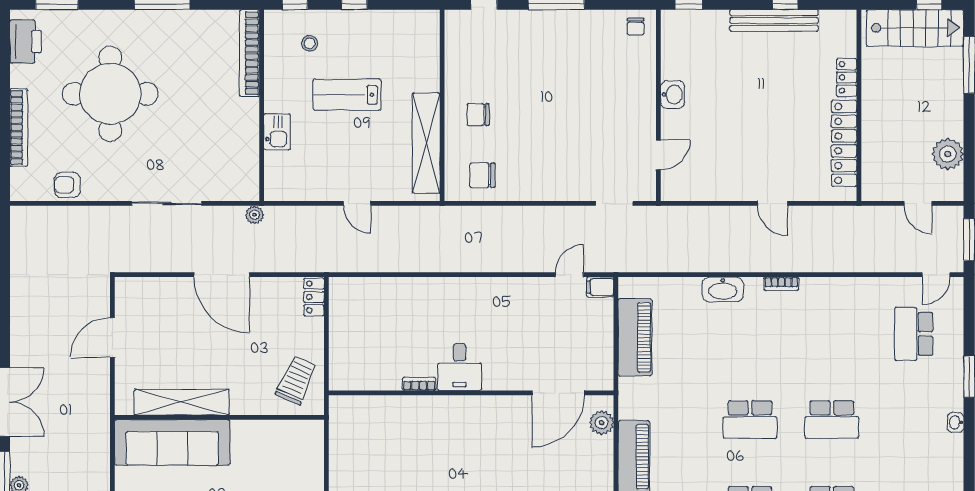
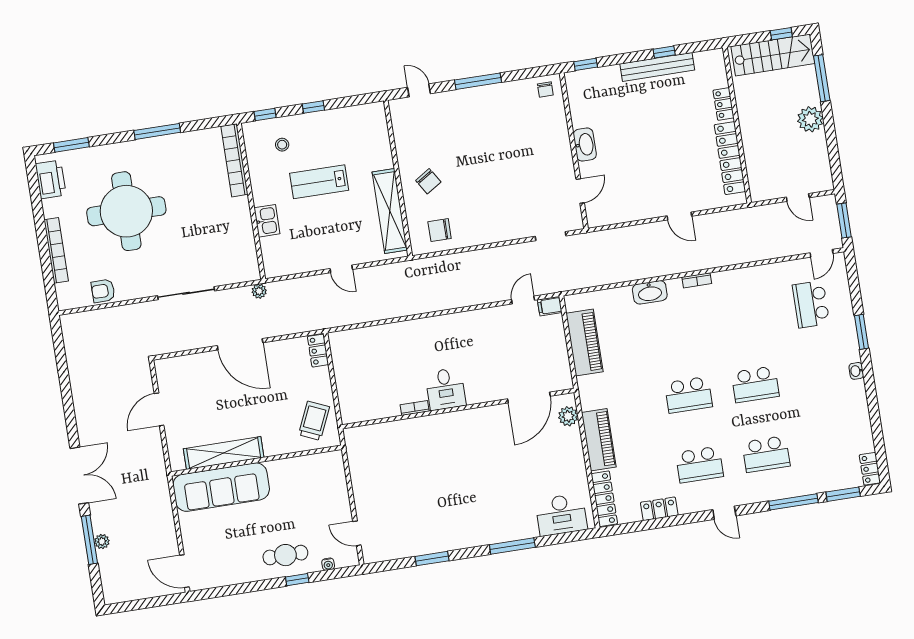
washbasin: (673, 95) -> (585, 145), width x1.38
chair: (478, 115) -> (428, 181), turned -122
plant: (948, 154) -> (810, 119), moved

